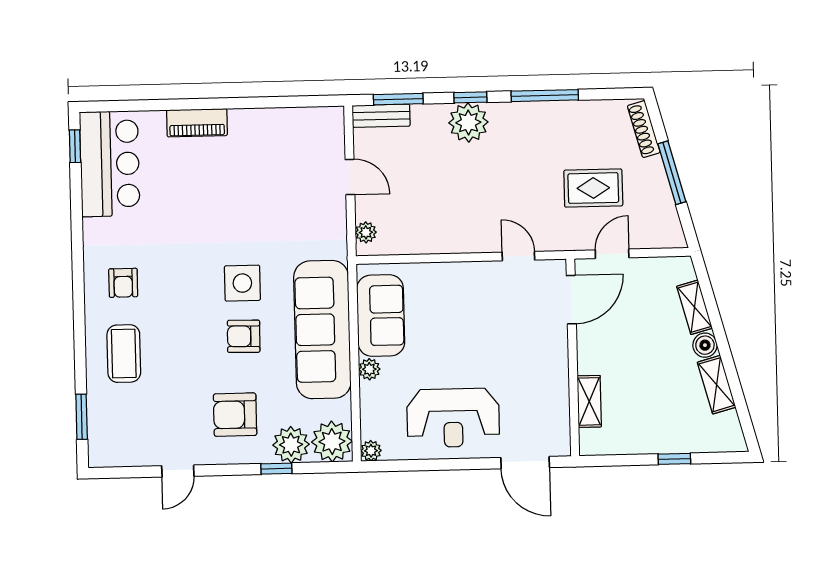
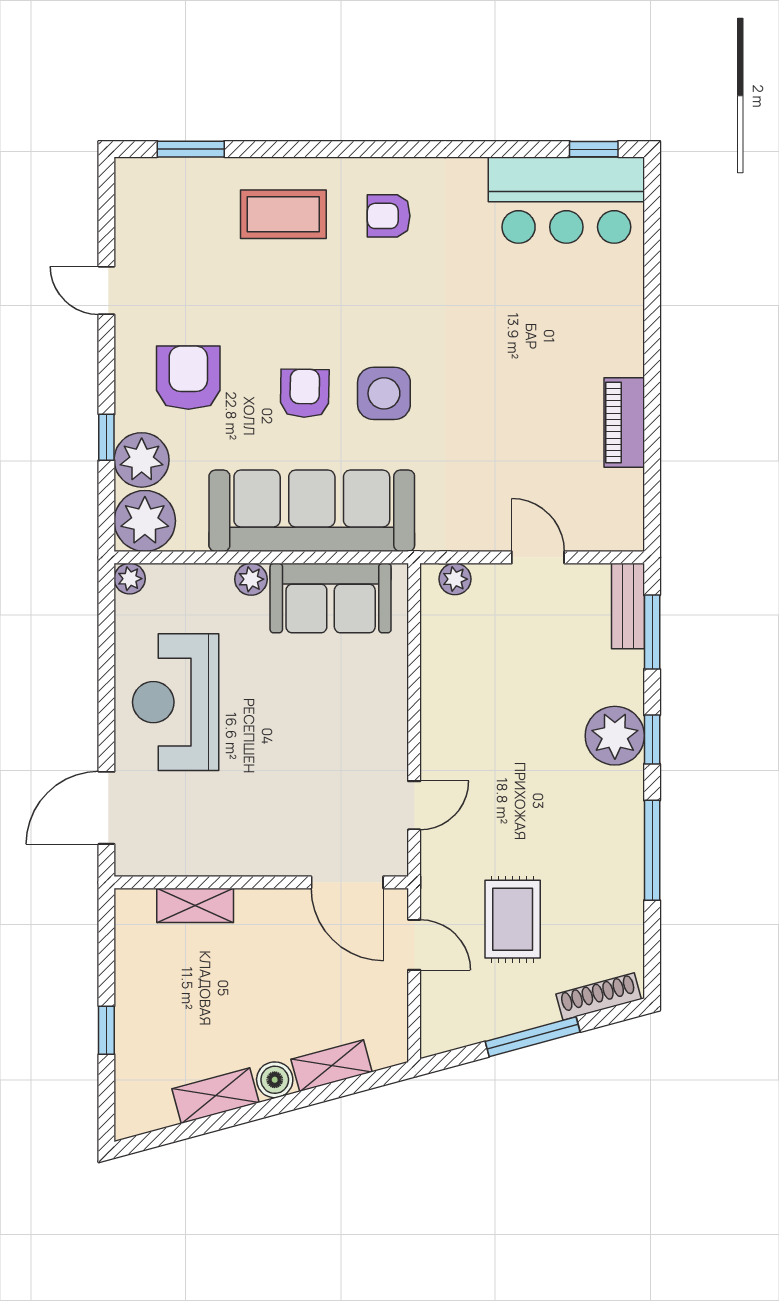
piano: (197, 123) -> (624, 422), moved
door: (350, 177) -> (538, 557), swing flipped

